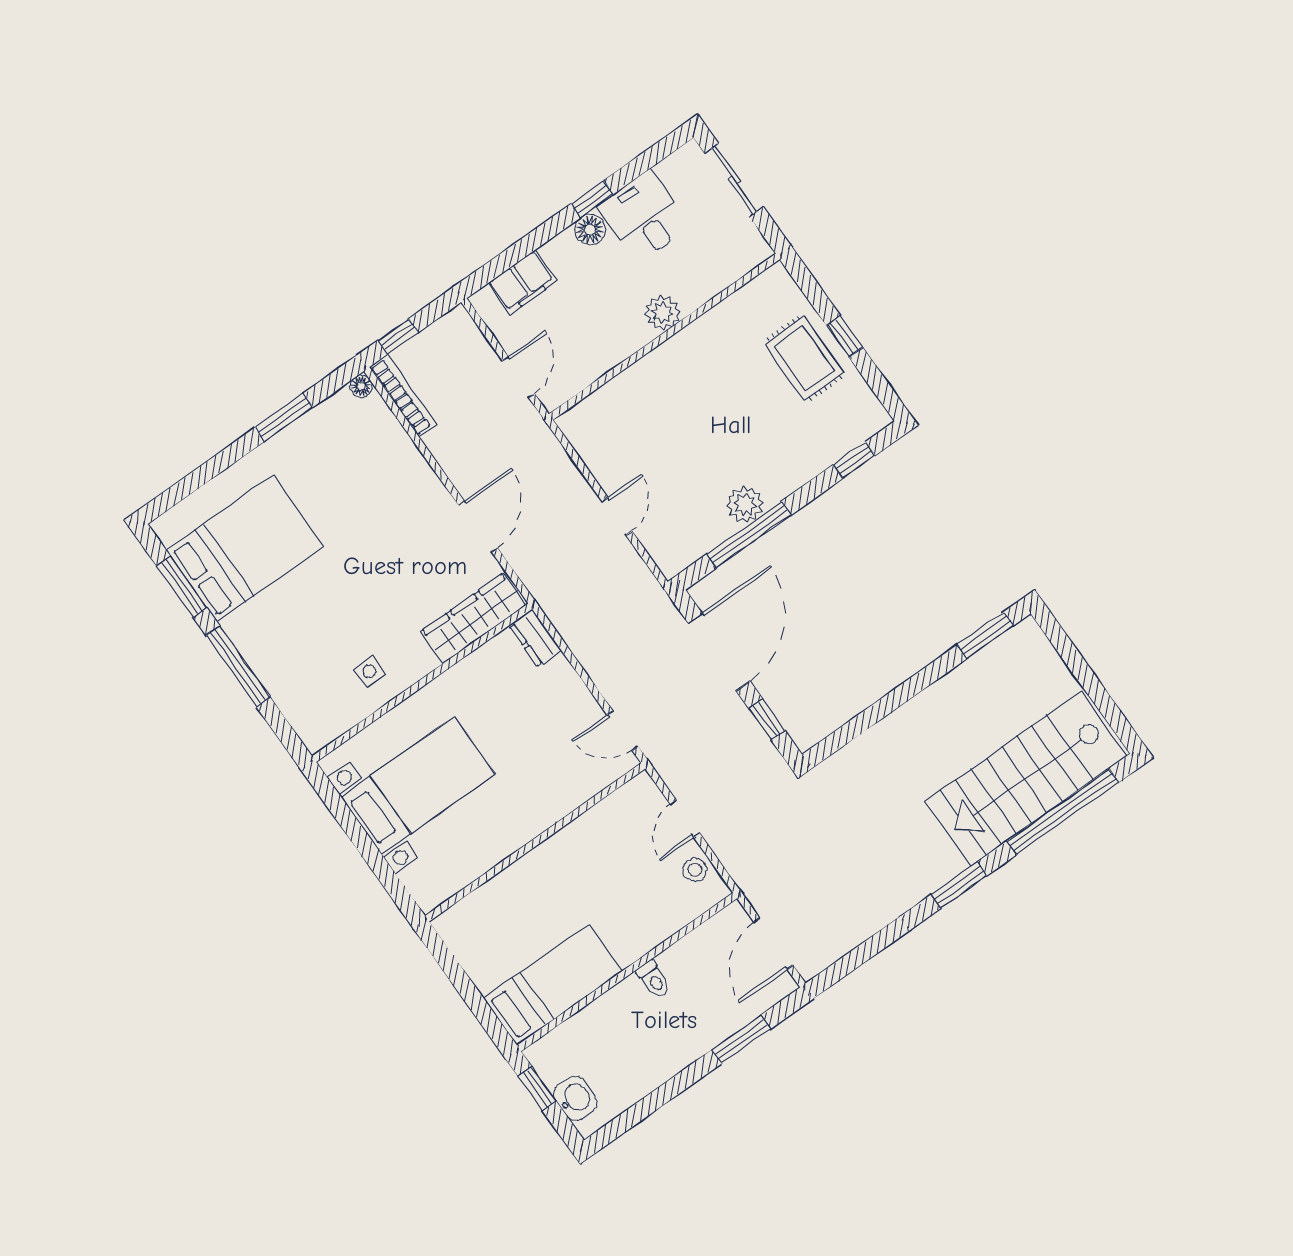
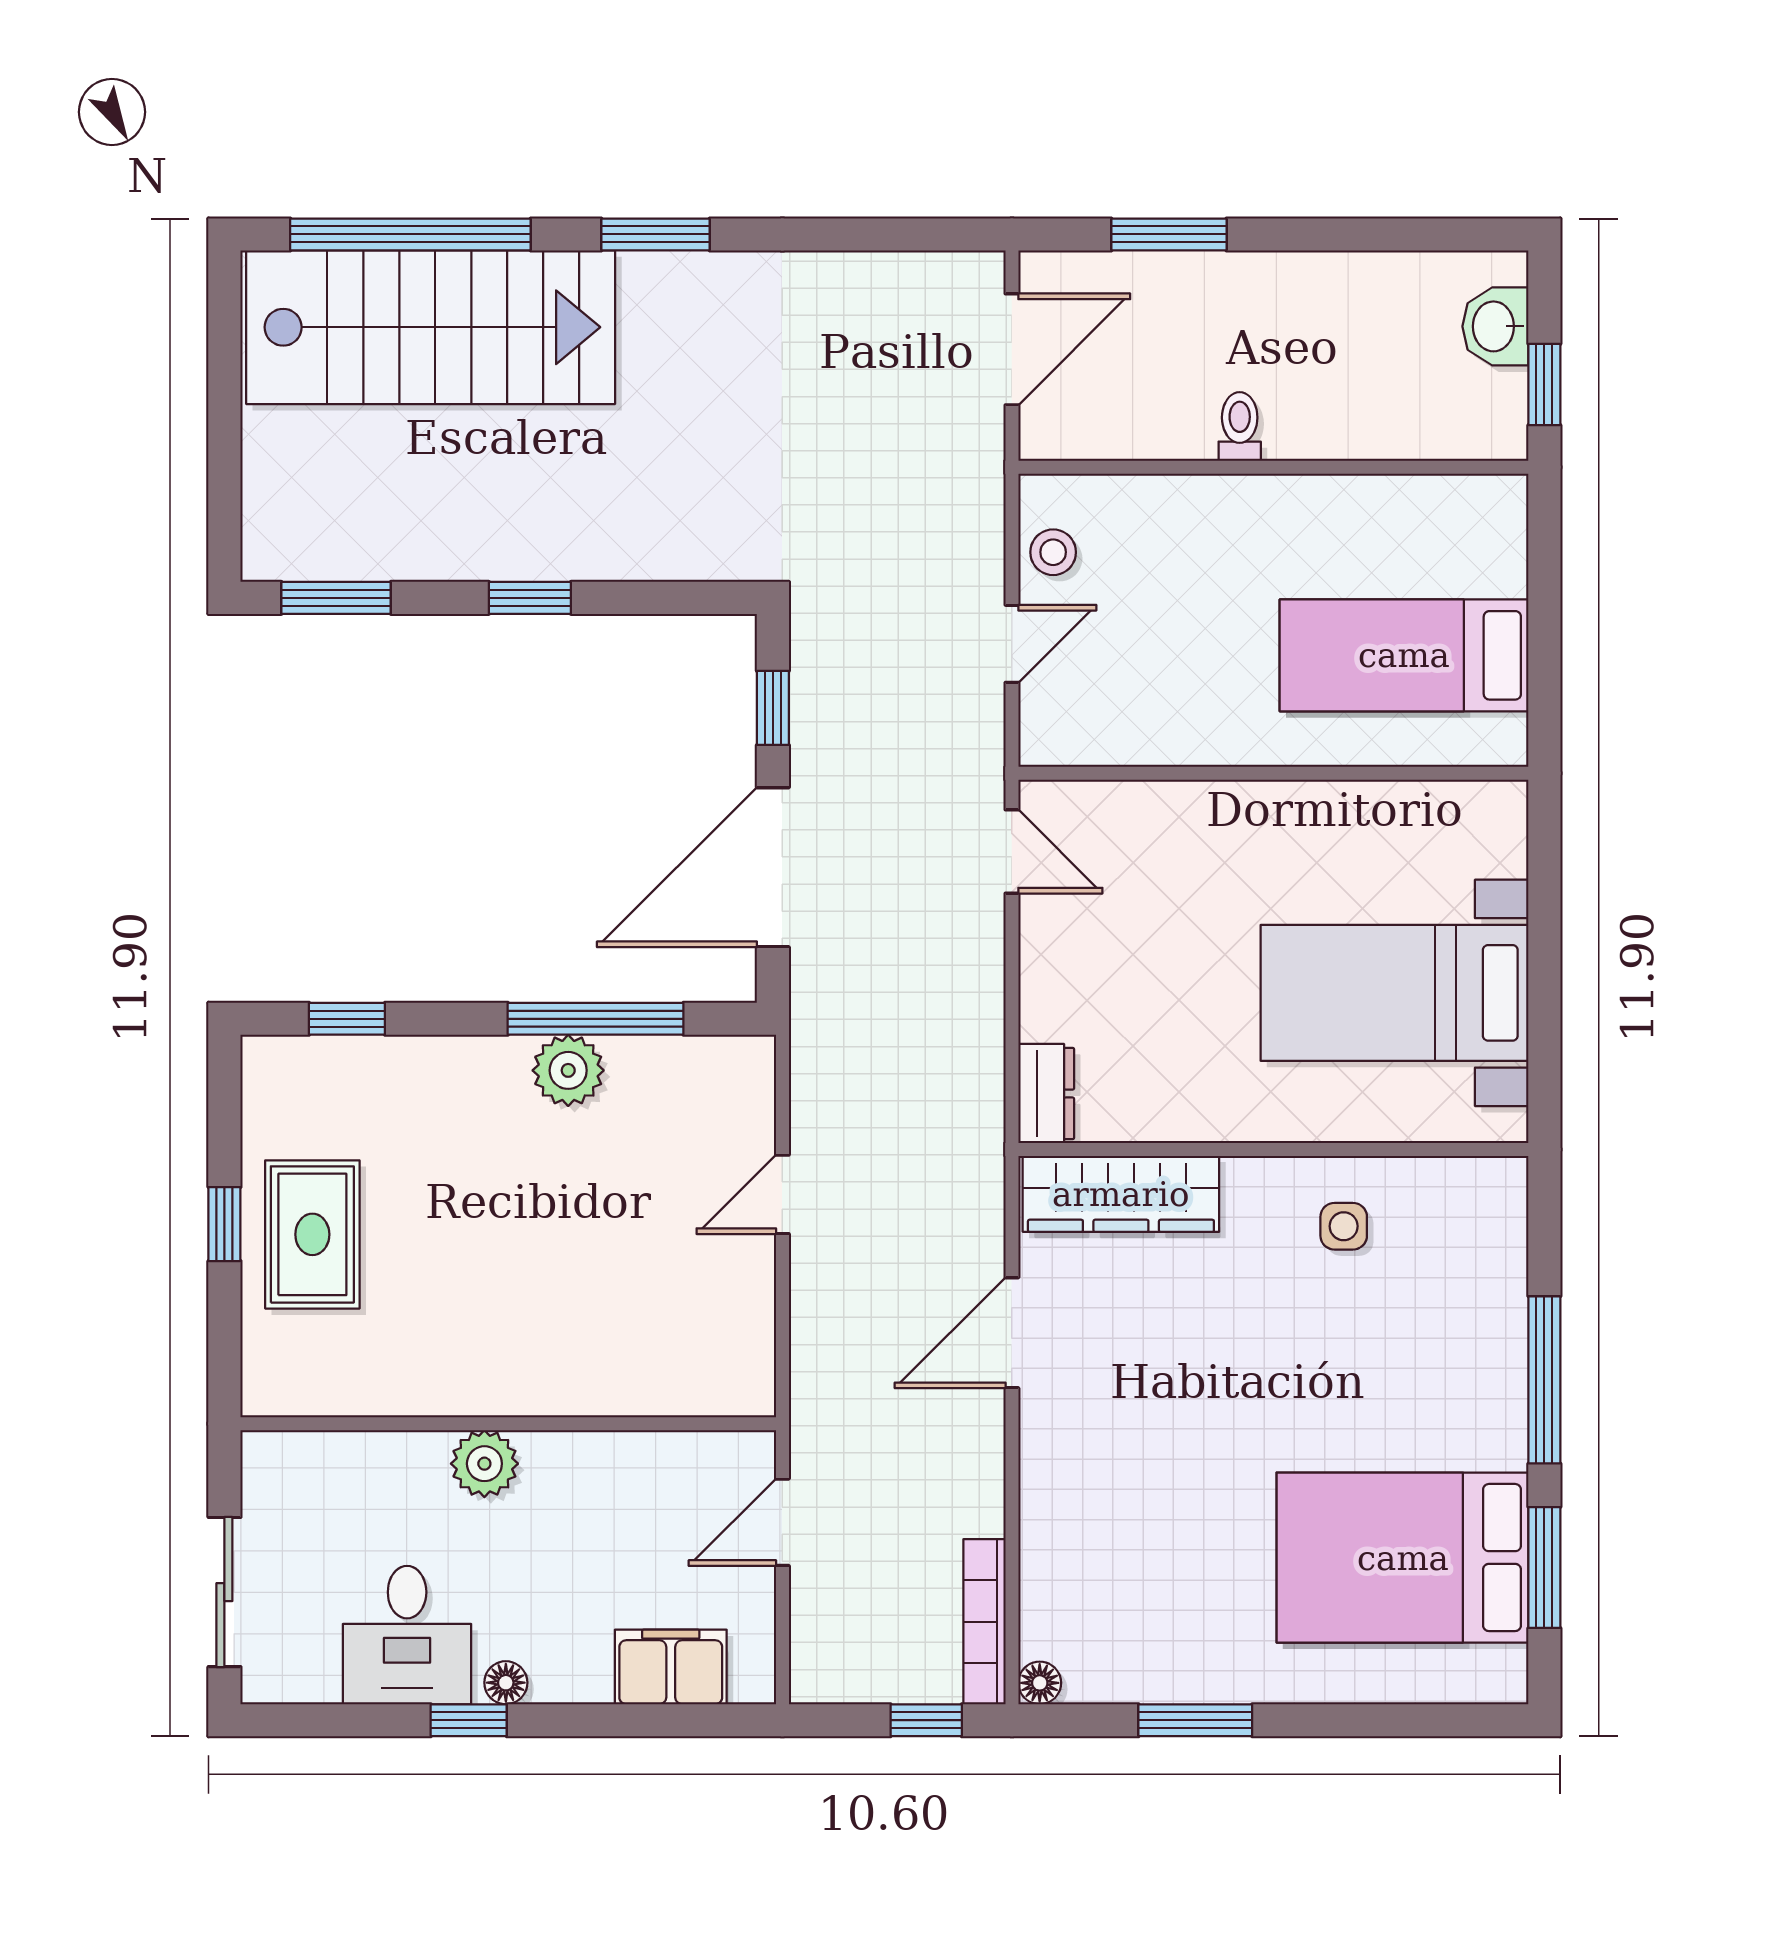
floor lamp: (590, 230) -> (506, 1683), width x0.73, depth x0.73
window: (903, 693) -> (530, 598), added
bed: (553, 985) -> (1404, 655), moved

